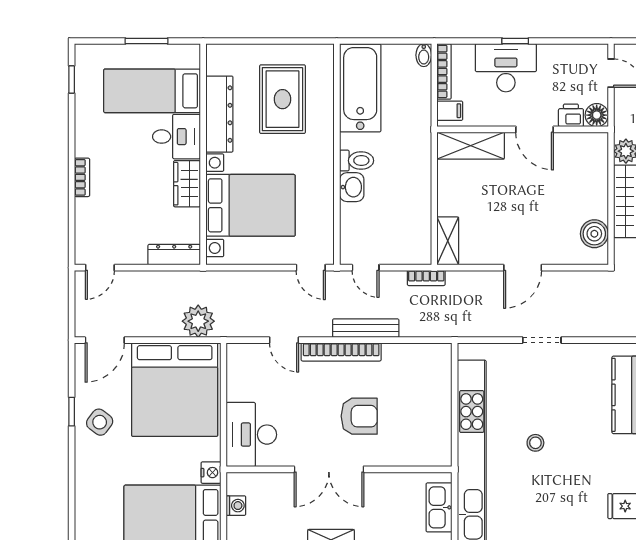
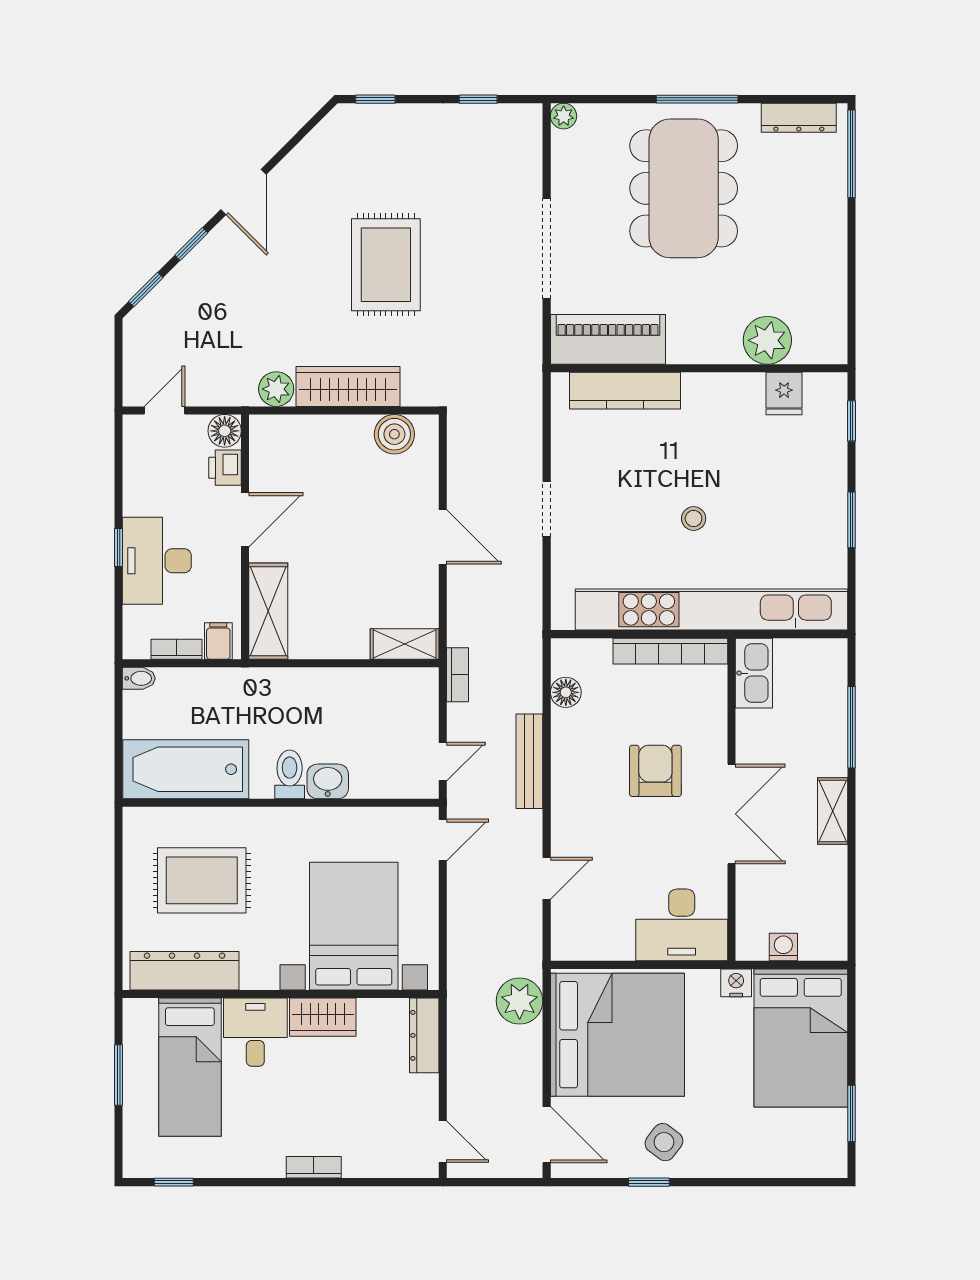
bookcase: (444, 71) -> (177, 649), width x0.64
dresser: (219, 114) -> (185, 971), moved
bookcase: (341, 352) -> (670, 651), moved, turned 90
floor lamp: (414, 354) -> (566, 692), added
kitchen sink: (439, 507) -> (754, 673), moved, turned -90

